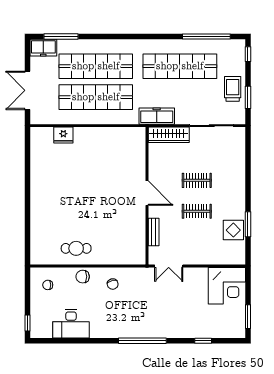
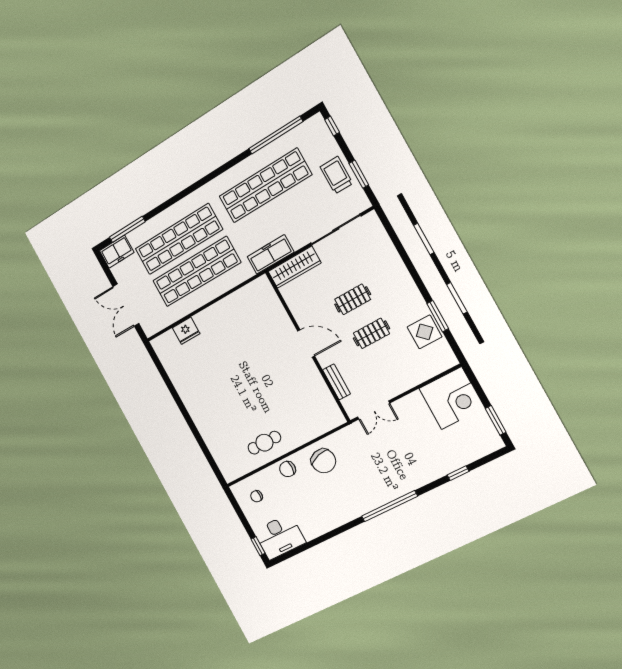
chair: (113, 284) -> (323, 461), width x1.87, depth x1.87
desk: (71, 324) -> (280, 537), moved

